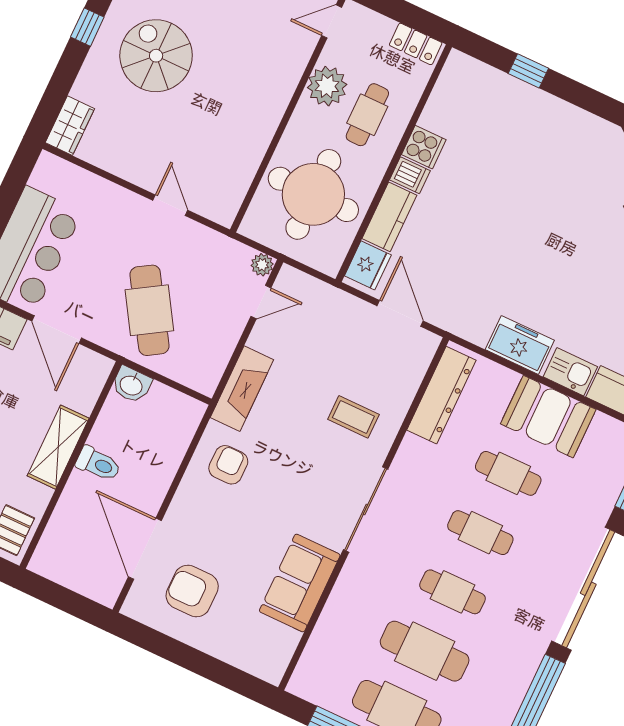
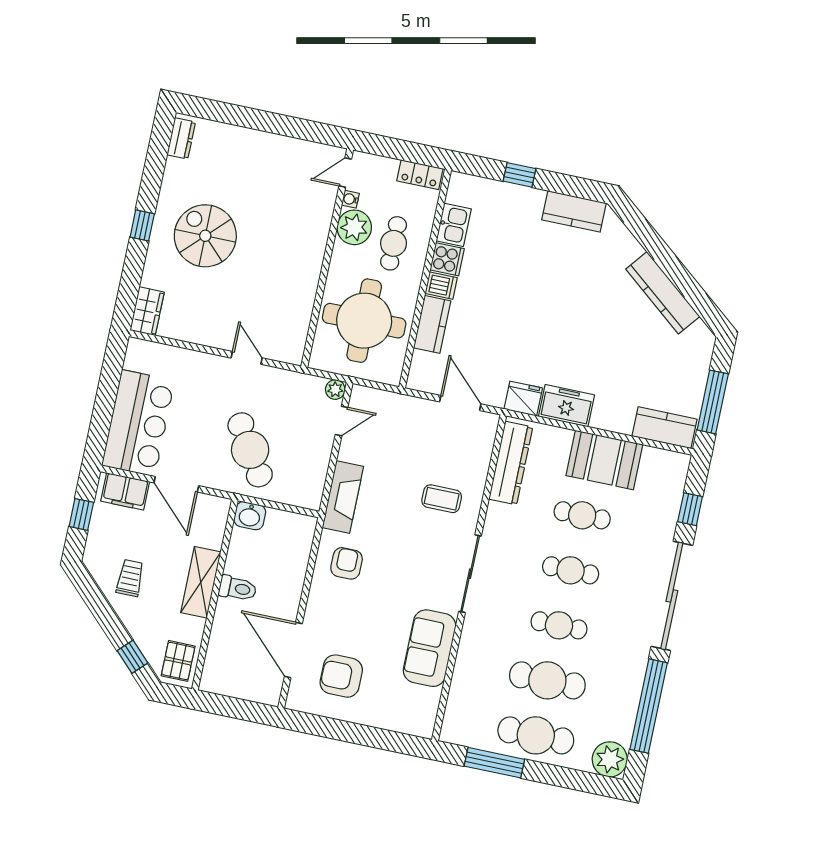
water cooler: (330, 53) -> (350, 199), added
kitchen counter: (580, 127) -> (574, 211), added
fridge: (368, 265) -> (523, 399), moved, turned -90
kitchen sink: (570, 372) -> (454, 225), moved, turned 90

